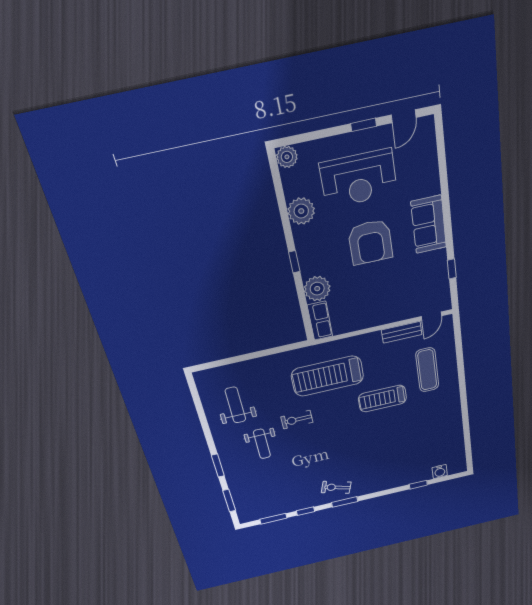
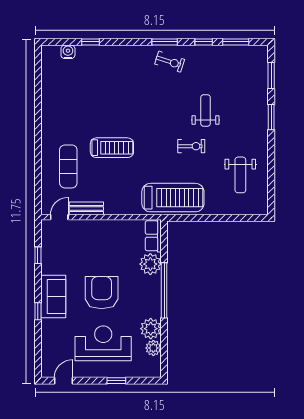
window: (364, 125) -> (116, 381), moved
plant: (287, 157) -> (153, 348), moved
window: (446, 202) -> (38, 311), added
window: (294, 262) -> (164, 290), width x3.17
treadmill: (327, 376) -> (173, 198), moved
weight bench: (262, 444) -> (206, 111), moved

